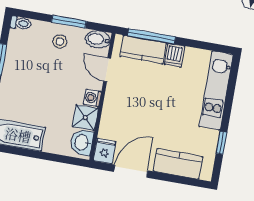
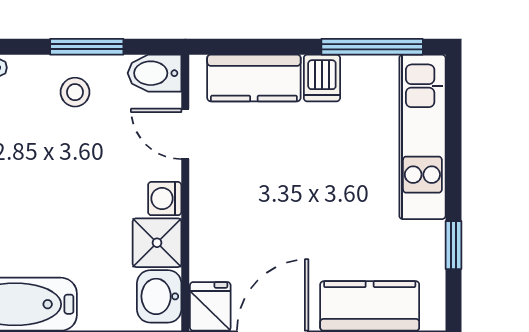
window: (151, 36) -> (372, 47), moved

